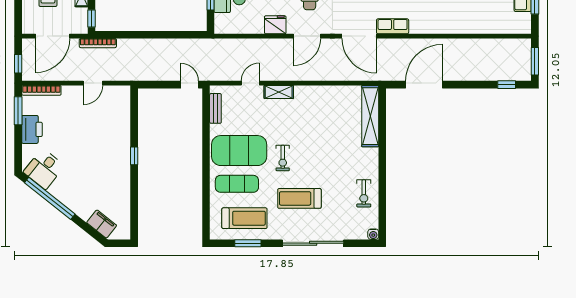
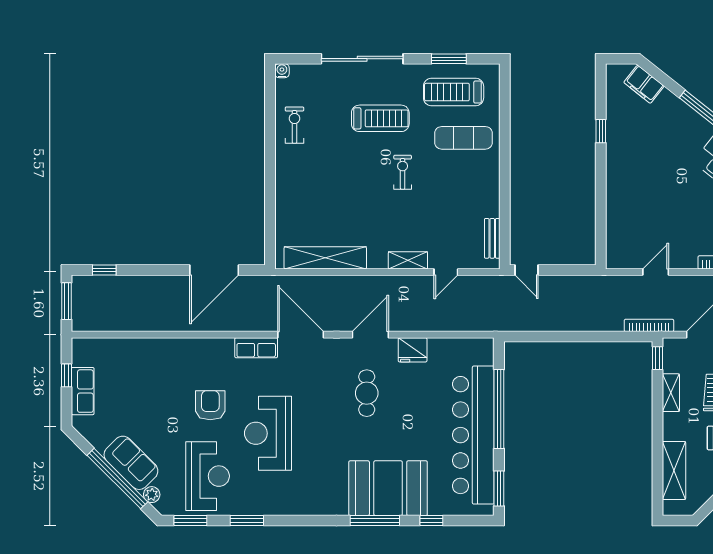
shelving: (370, 116) -> (325, 258), moved, turned 90
exercise mat: (239, 151) -> (461, 182), removed
window: (134, 156) -> (601, 131), moved

